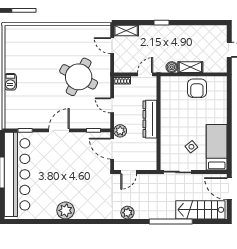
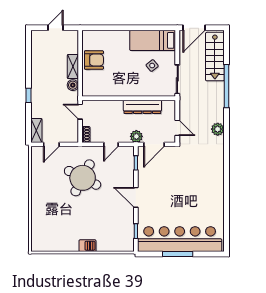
dresser: (150, 119) -> (142, 107), moved
plant: (66, 210) -> (216, 191), removed

